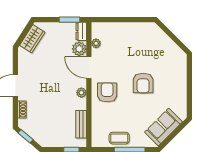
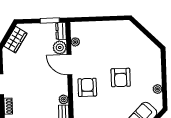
plant: (81, 93) -> (64, 99), moved
plant: (182, 97) -> (157, 89), added

